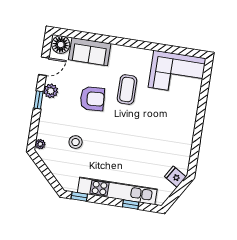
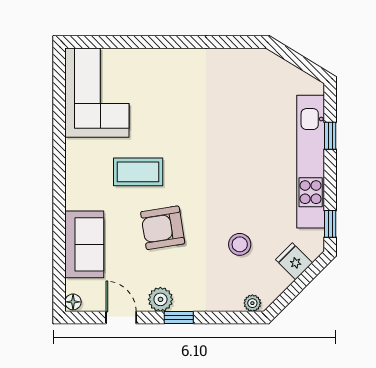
floor lamp: (61, 45) -> (73, 302), width x0.53, depth x0.53
armchair: (92, 99) -> (163, 228), turned -95
fridge: (175, 177) -> (294, 261), moved, turned 104

